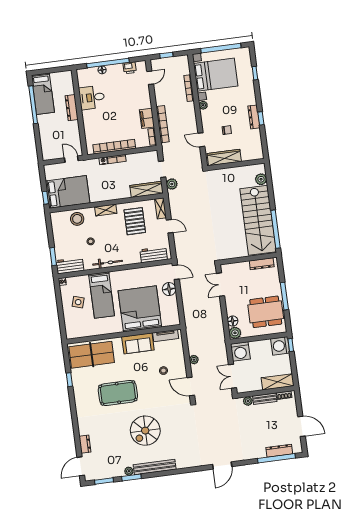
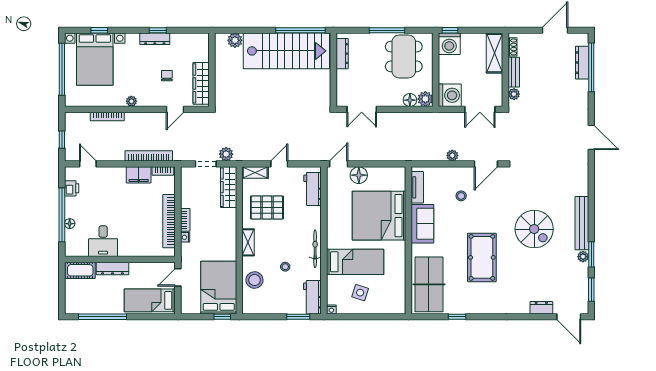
bed with nightstands: (216, 75) -> (95, 59), moved, turned 180
cot: (67, 83) -> (80, 270), added
bed: (43, 94) -> (150, 300), moved, turned 180

